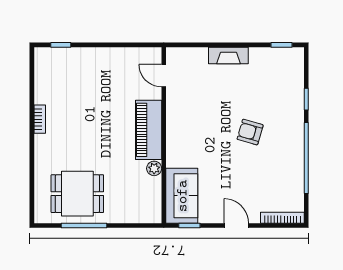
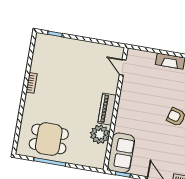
piano: (149, 130) -> (107, 109), width x0.73, depth x0.75
plant: (154, 168) -> (100, 134), width x1.88, depth x1.88

